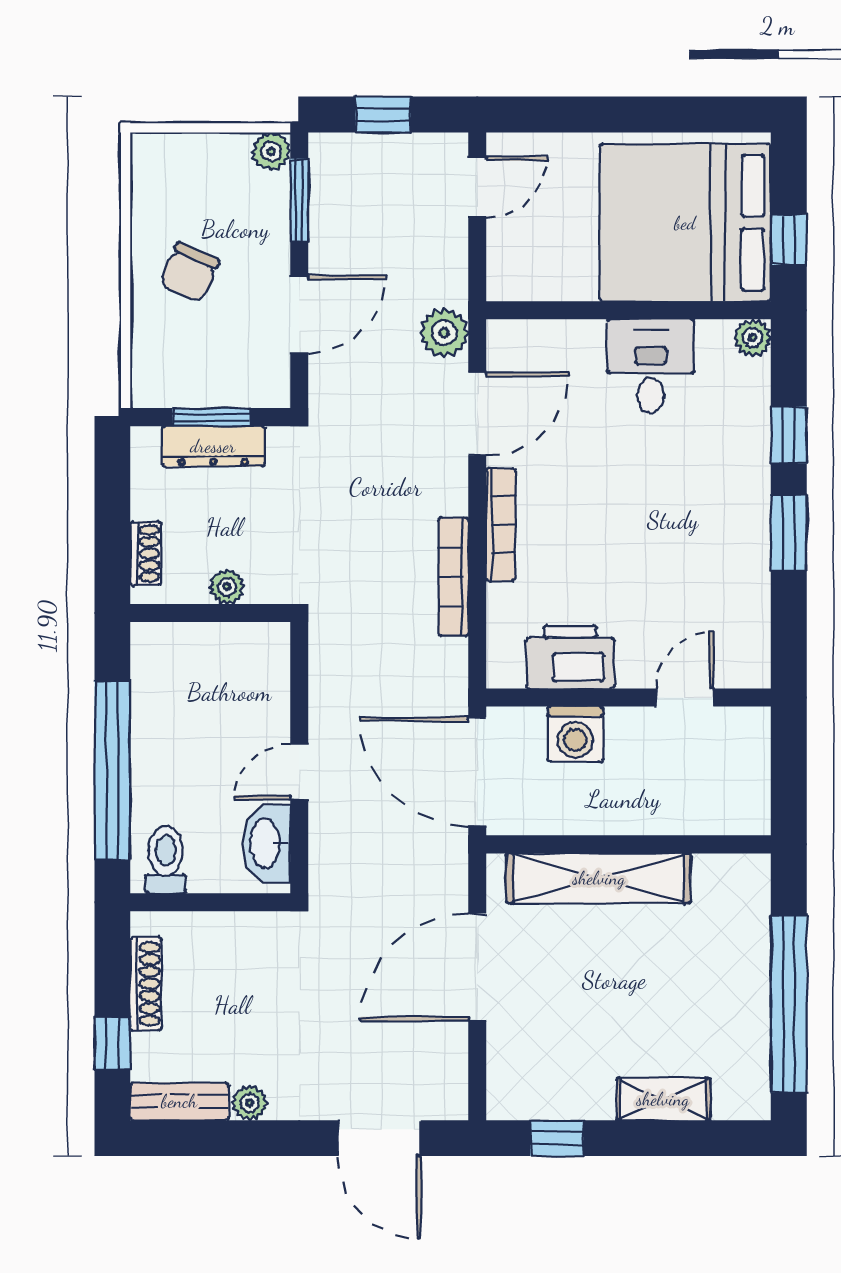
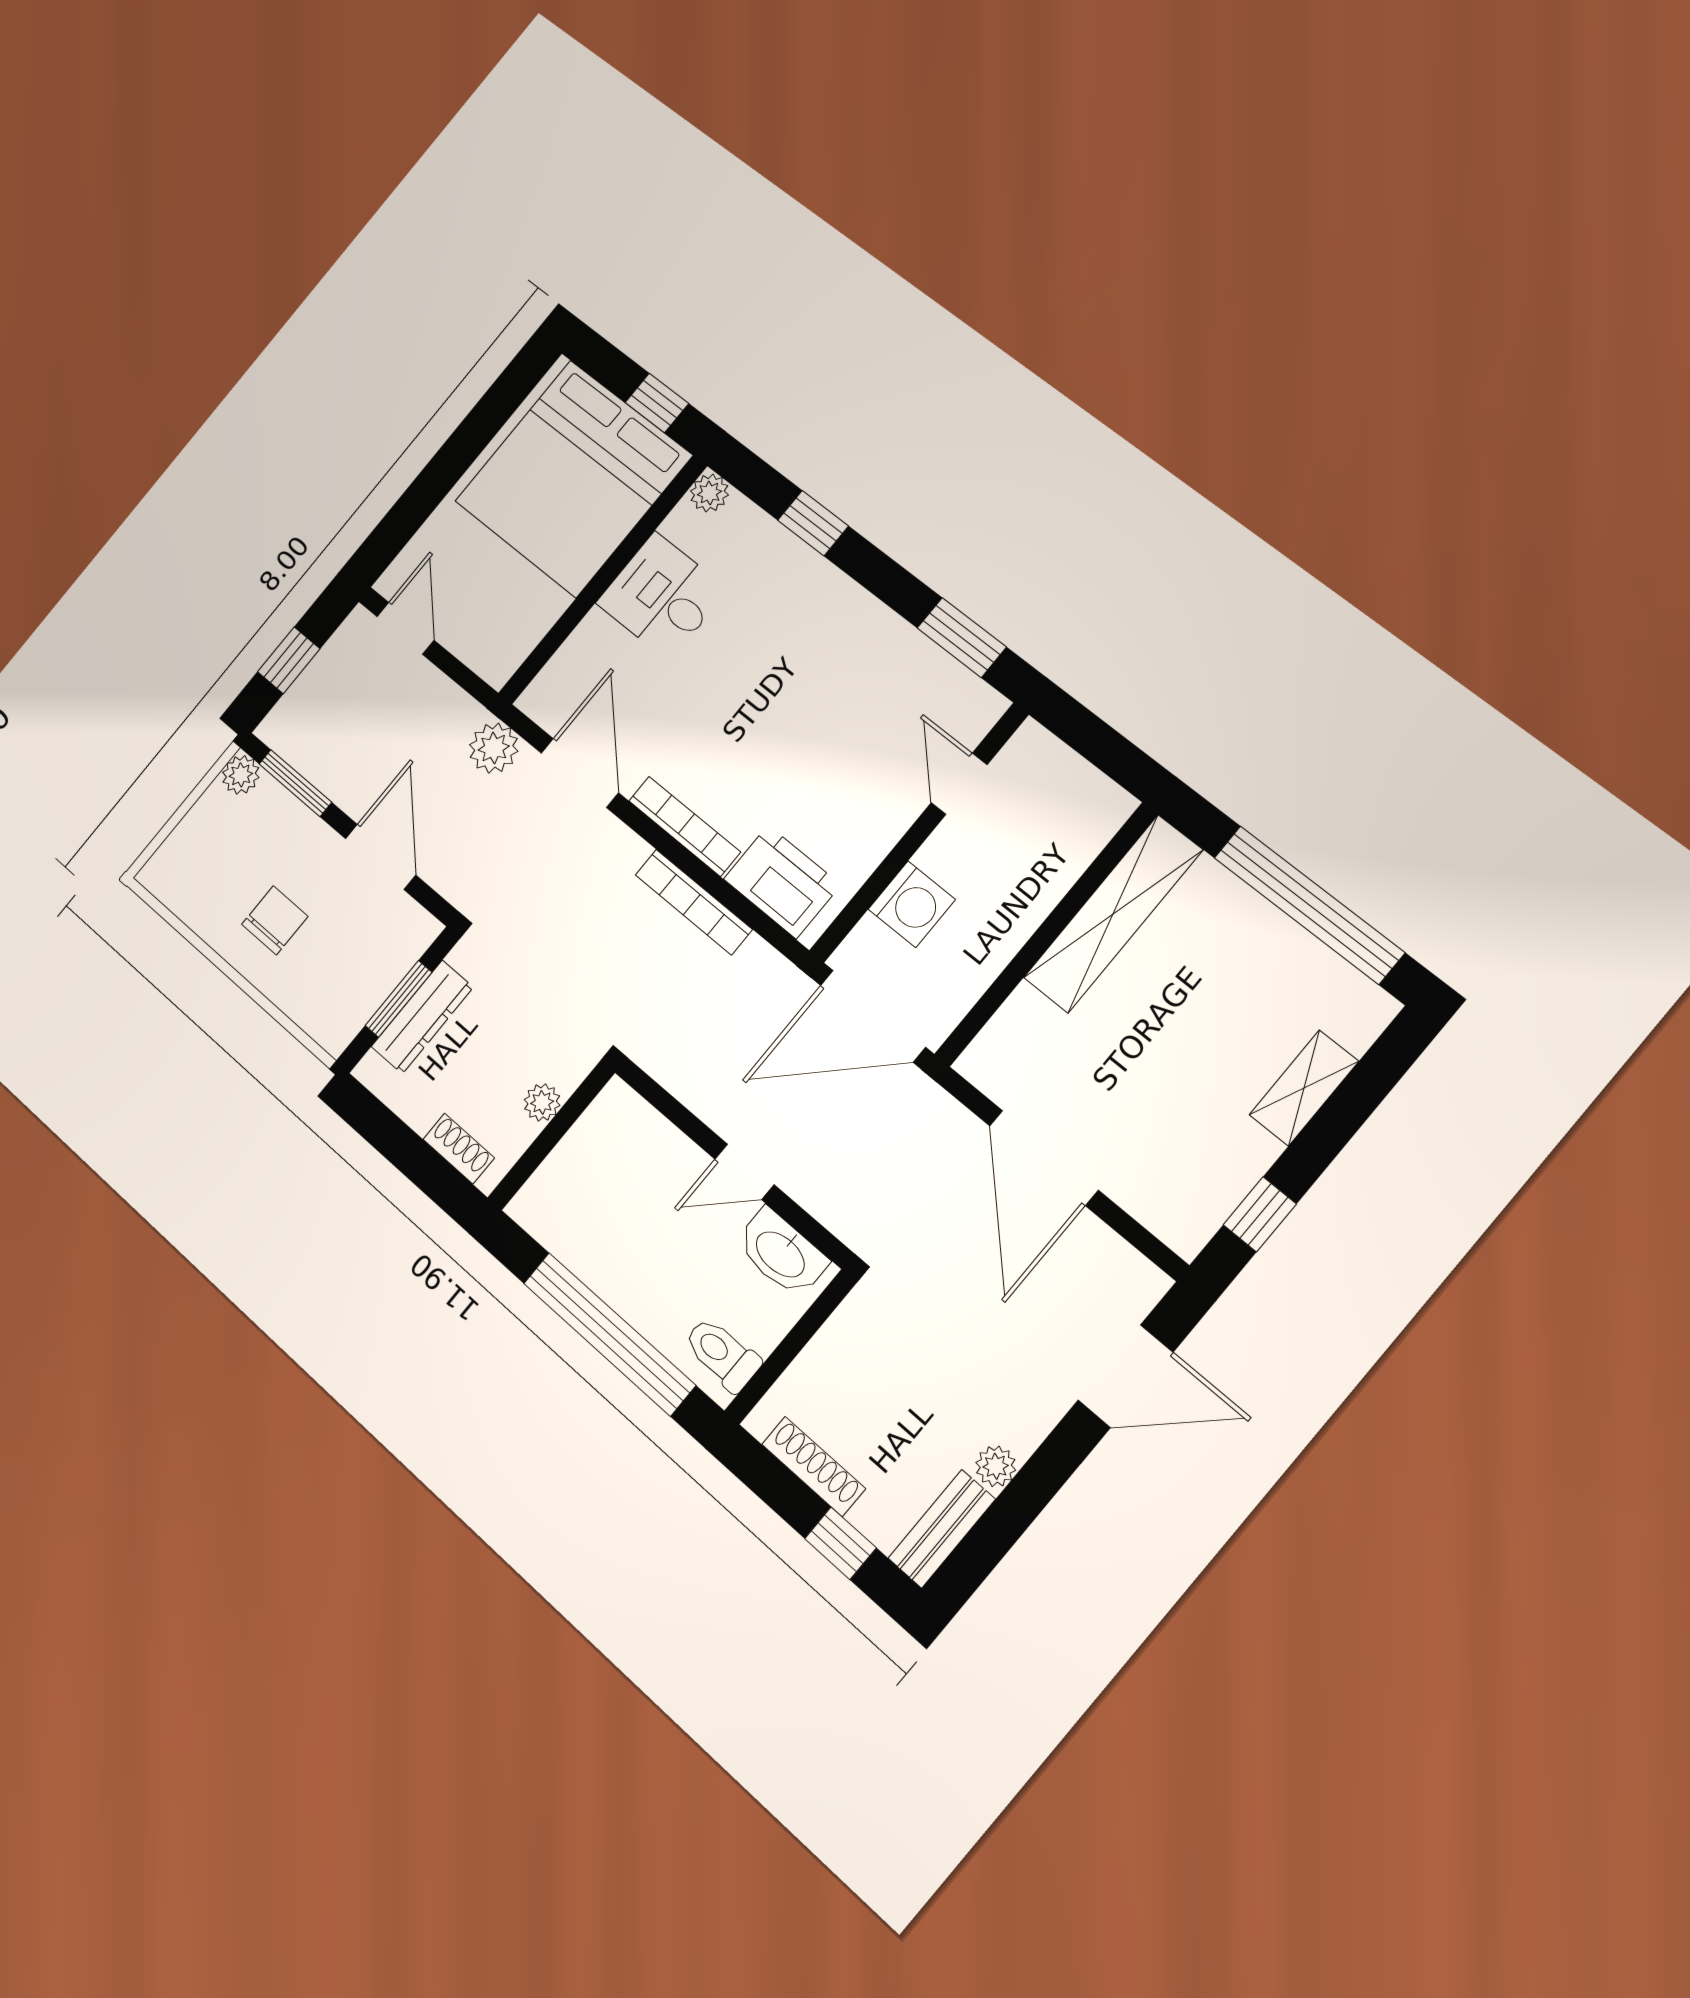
chair: (190, 272) -> (275, 920), turned -114
window: (789, 533) -> (962, 637), moved
printer: (570, 657) -> (782, 882), moved, turned 90
door: (299, 771) -> (744, 1172), hinge flipped
shelving: (599, 878) -> (1113, 914), moved

